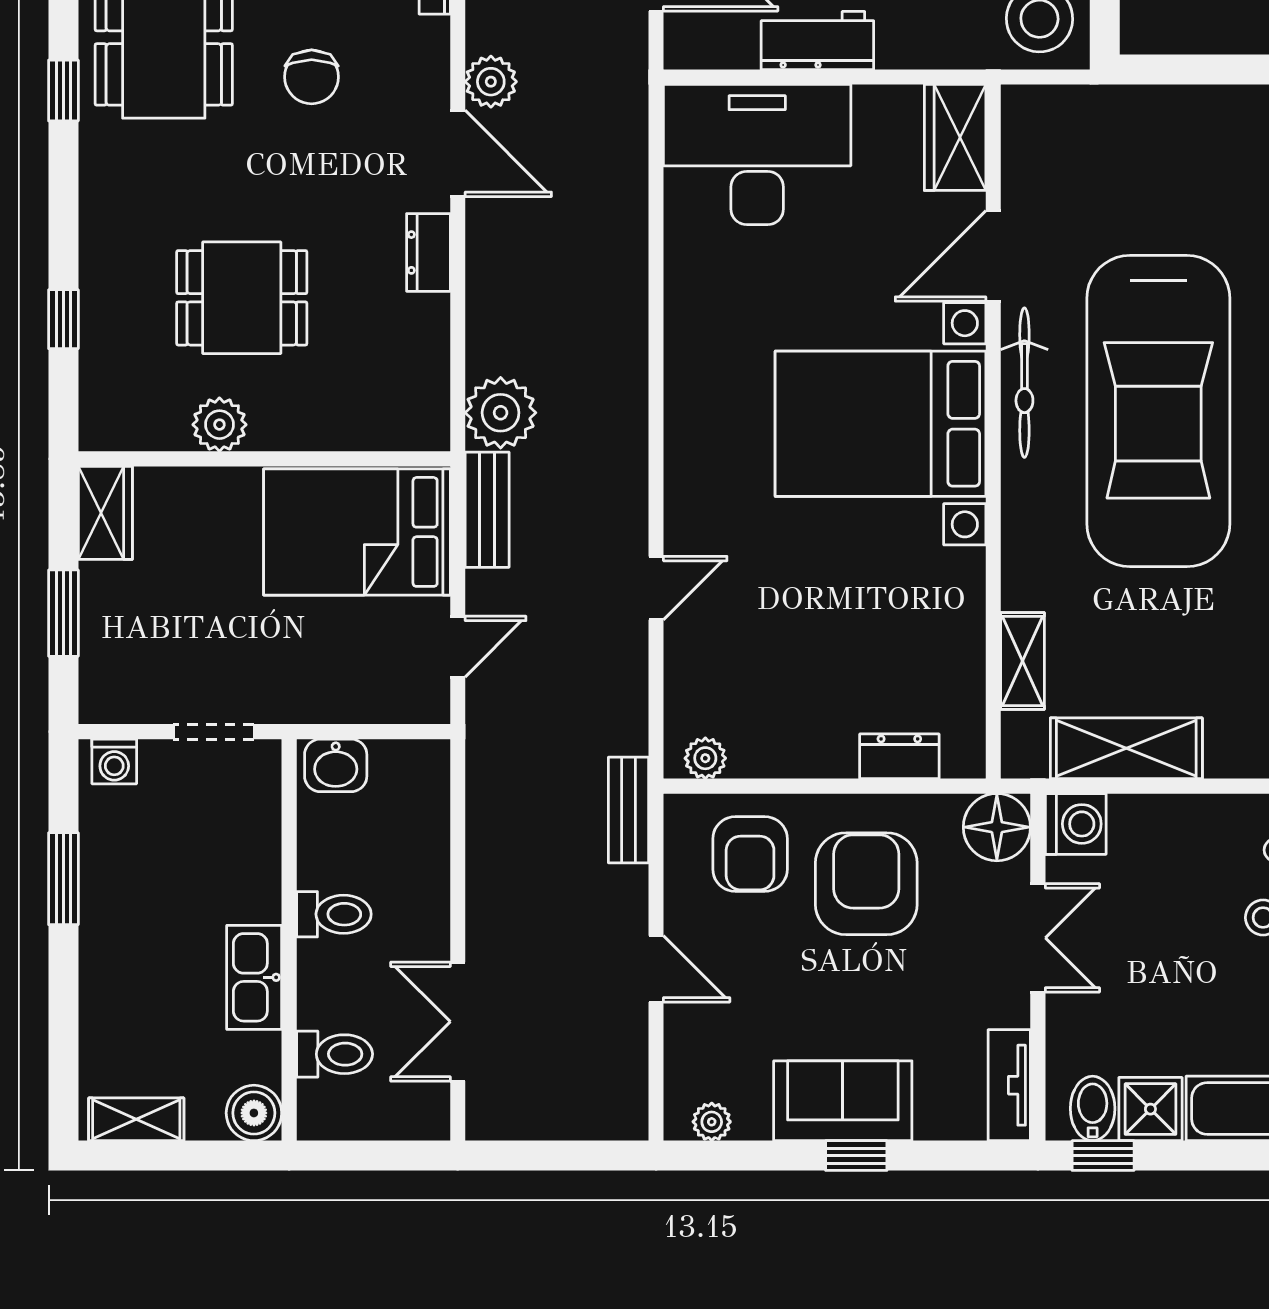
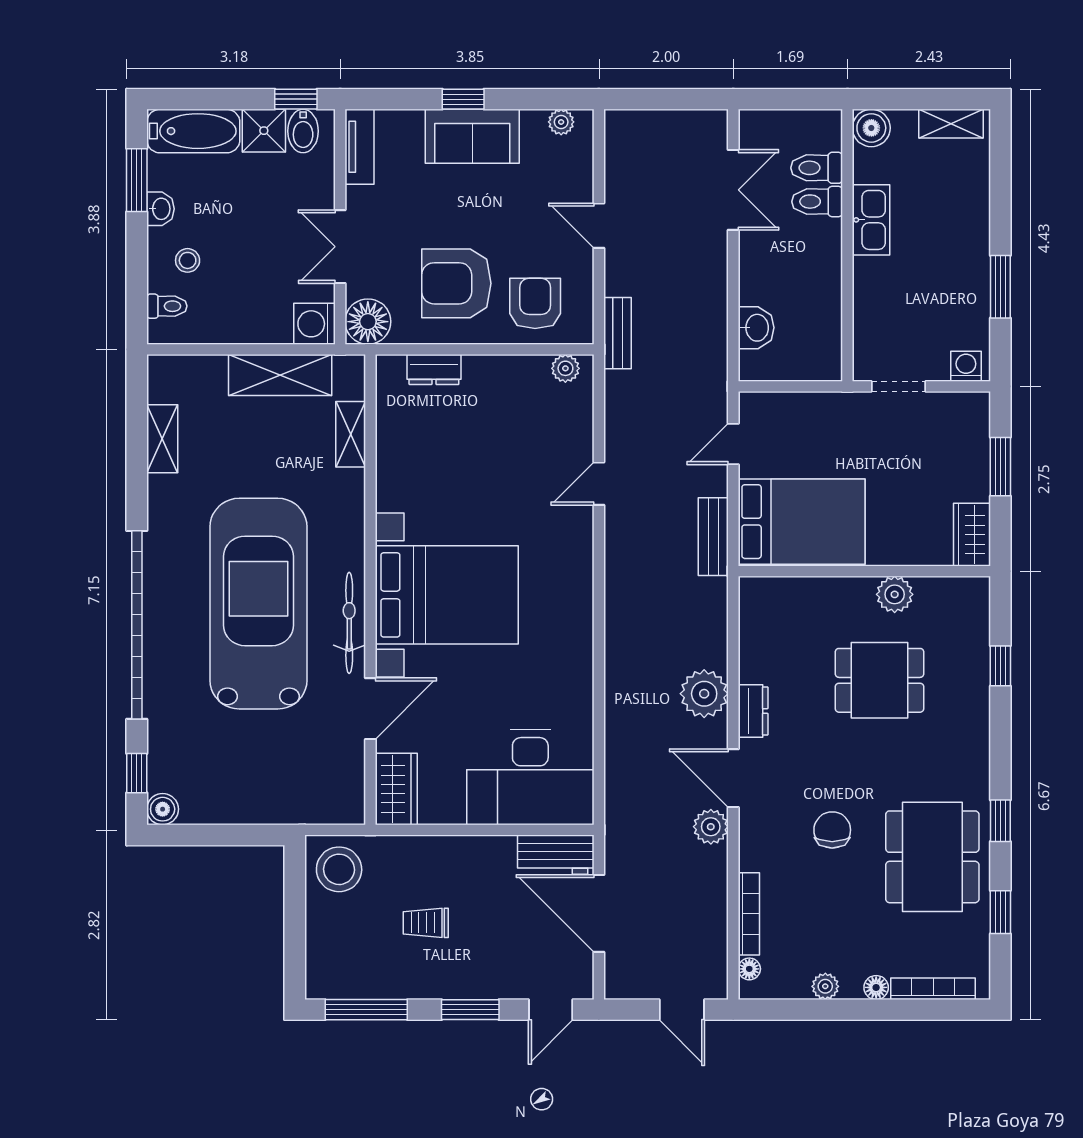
workbench: (817, 40) -> (556, 855), moved
plant: (501, 413) -> (704, 694), moved
washbasin: (336, 765) -> (756, 328), moved, turned 90
armchair: (866, 884) -> (456, 283), turned 90
toilet: (334, 914) -> (817, 202), moved

